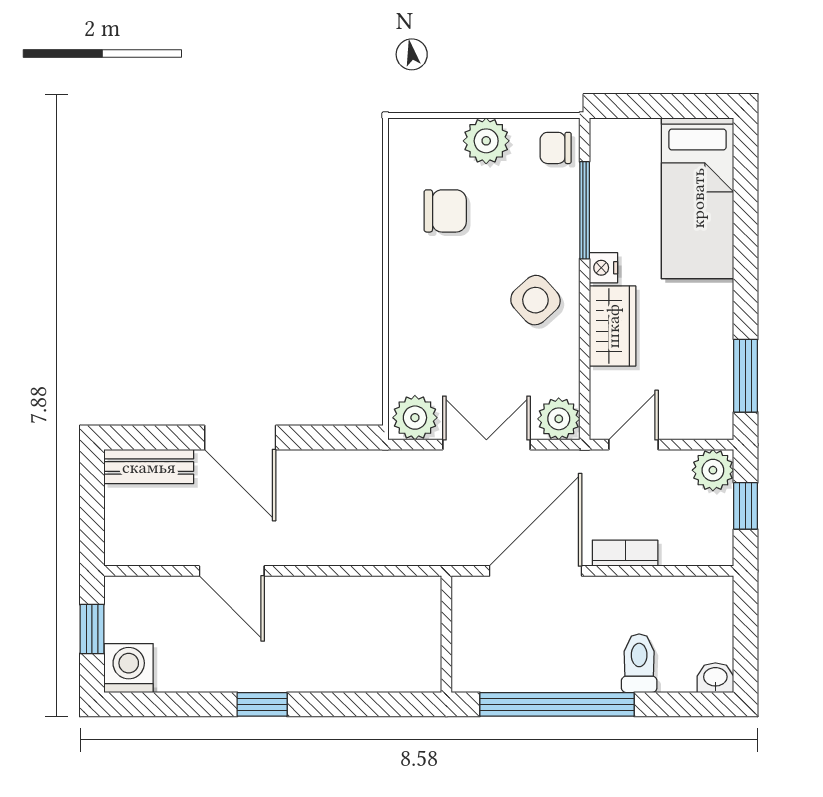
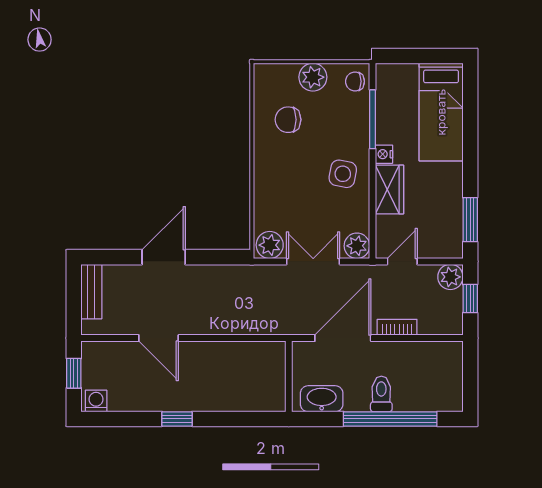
chair: (445, 211) -> (288, 120), turned 180
side table: (535, 300) -> (343, 174), turned -37
door: (240, 438) -> (164, 257), swing flipped
bench: (149, 467) -> (91, 292), moved, turned 90
toilet: (639, 663) -> (381, 394), moved
washing machine: (129, 668) -> (96, 401), width x0.73, depth x0.73
washbasin: (715, 678) -> (322, 399), moved, width x1.91, depth x1.45
window: (557, 704) -> (390, 419), moved

